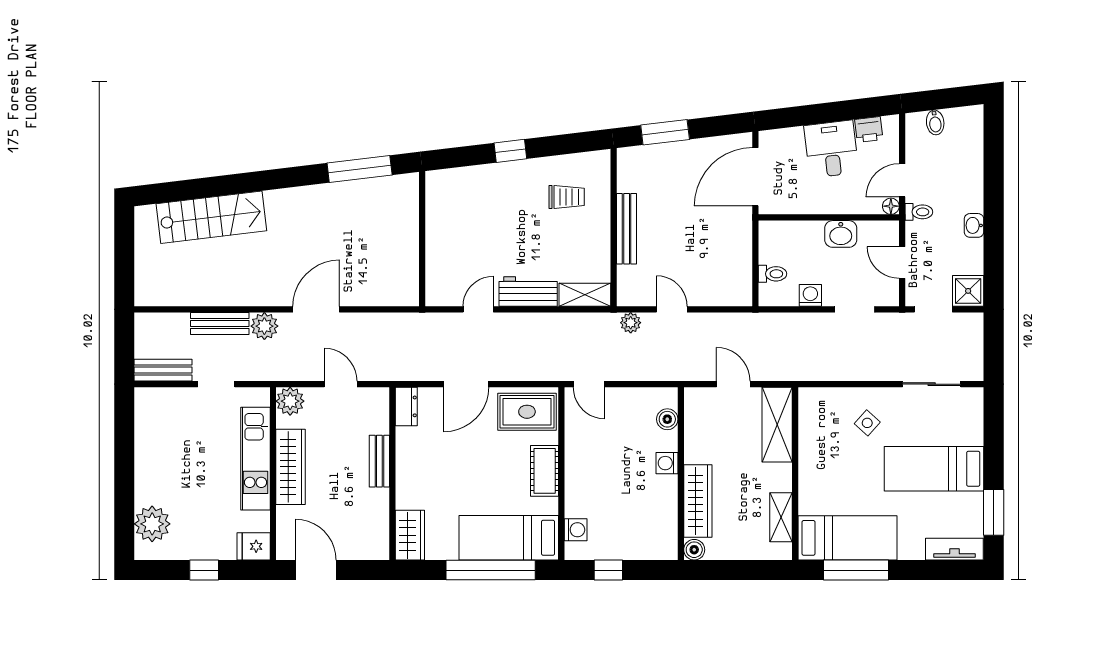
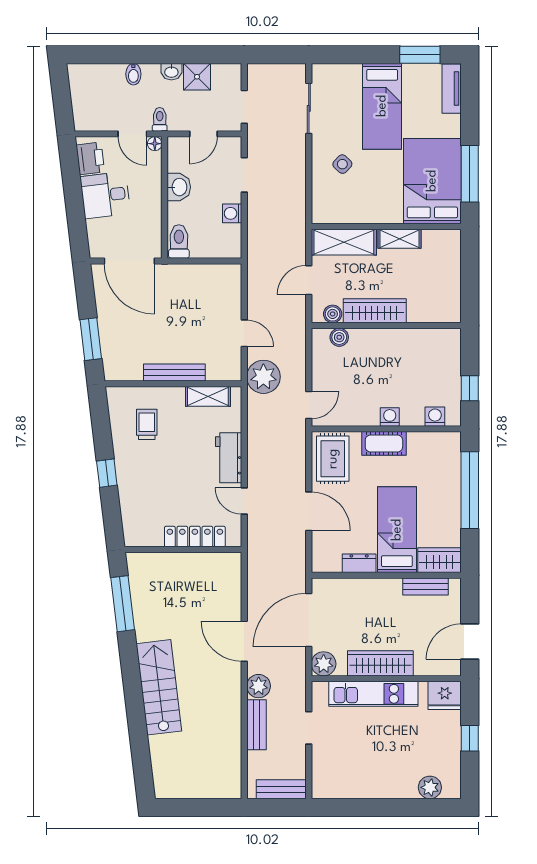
bidet: (935, 122) -> (133, 74), moved, turned 97
printer: (869, 130) -> (90, 158), width x1.36, depth x1.24
stairs: (211, 217) -> (159, 687), moved
locker: (437, 253) -> (195, 537), added
toilet: (772, 274) -> (179, 241), moved, width x1.37, depth x1.39
shower: (968, 291) -> (197, 77), moved
shelving: (585, 295) -> (208, 396), moved, turned 90
door: (672, 309) -> (244, 333), swing flipped
plant: (631, 323) -> (263, 377), width x1.87, depth x1.87
bench: (163, 370) -> (281, 789), moved, turned 90
door: (341, 384) -> (309, 620), width x1.88
dresser: (406, 406) -> (359, 563), moved
bench: (379, 461) -> (426, 587), moved
washing machine: (667, 463) -> (390, 417), moved, turned 180
wardrobe: (698, 501) -> (375, 311), moved
shelving: (781, 517) -> (400, 239), moved
plant: (152, 524) -> (430, 787), width x0.73, depth x0.73
bed: (509, 538) -> (397, 530), moved, turned 180
bed: (847, 538) -> (432, 181), width x1.50
fridge: (254, 546) -> (445, 695), width x1.38
boiler: (694, 550) -> (333, 314), moved

